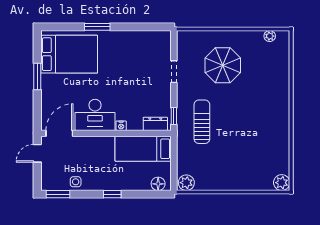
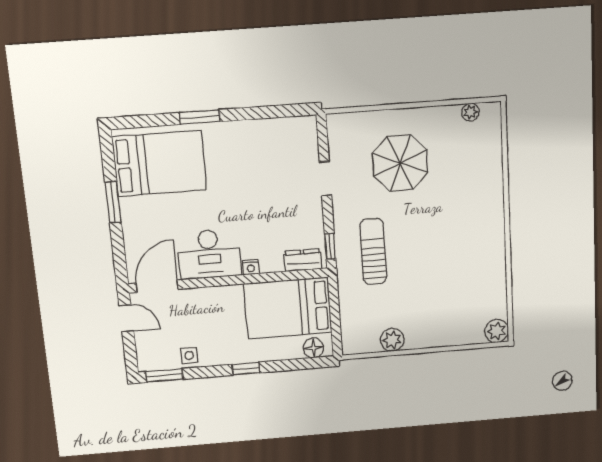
bed: (143, 149) -> (288, 308), width x1.50
door: (37, 153) -> (126, 318), swing flipped
plant: (186, 183) -> (392, 340), moved

